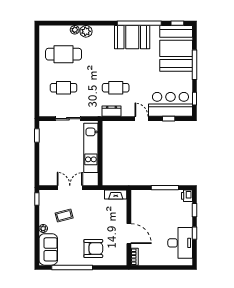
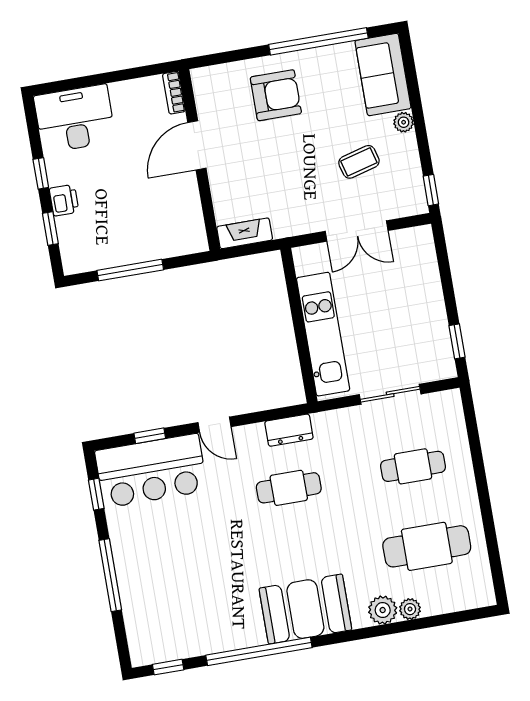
booth: (132, 37) -> (305, 609), moved
booth: (176, 48) -> (161, 606), removed
printer: (187, 196) -> (64, 200), moved
door: (129, 234) -> (197, 145), hinge flipped
desk: (180, 243) -> (75, 119), moved, turned 90
armchair: (93, 248) -> (276, 95), turned 180

